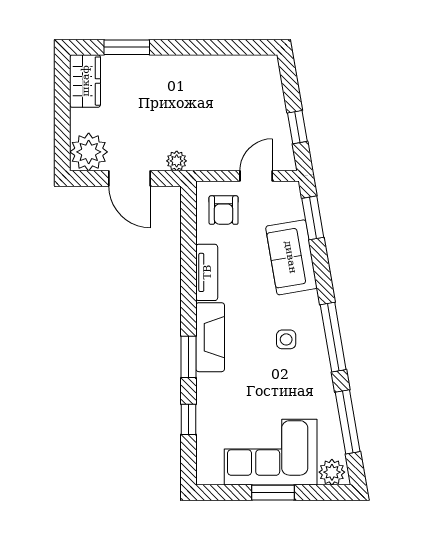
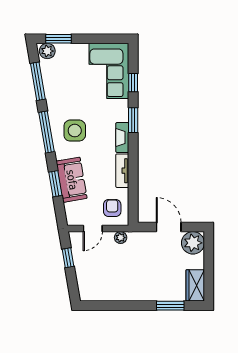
plant: (177, 161) -> (121, 238), moved
window: (313, 218) -> (55, 184), moved
fireplace: (210, 337) -> (122, 137), width x0.73, depth x0.76
side table: (286, 339) -> (75, 131), width x1.87, depth x1.87
corner sofa: (271, 452) -> (109, 71), moved, turned 90
window: (273, 493) -> (58, 39), moved

